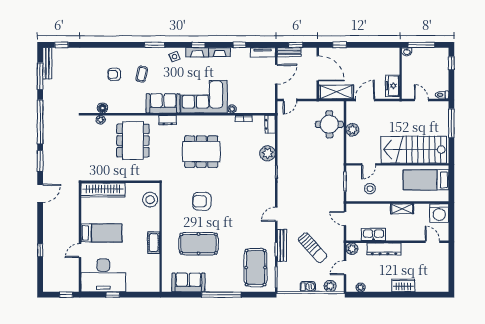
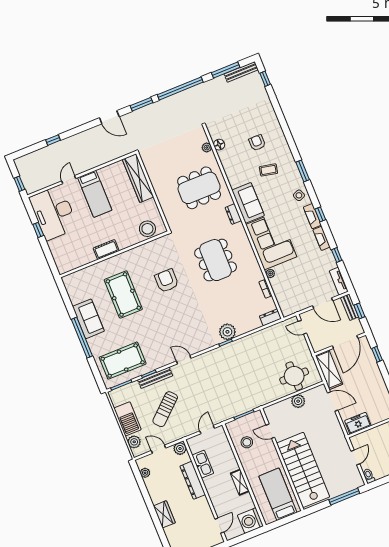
plant: (268, 153) -> (227, 332), moved
door: (80, 251) -> (69, 180), hinge flipped
sofa: (188, 282) -> (88, 319), moved
barbecue: (308, 287) -> (127, 419), width x1.88, depth x1.53

